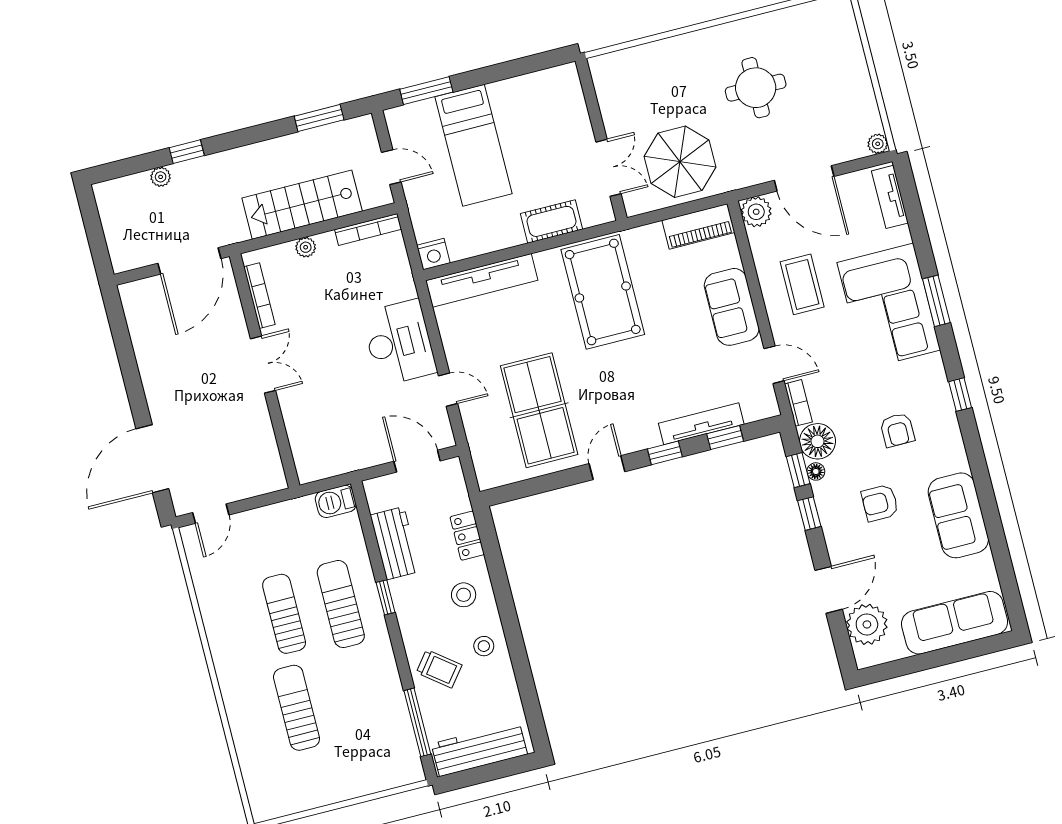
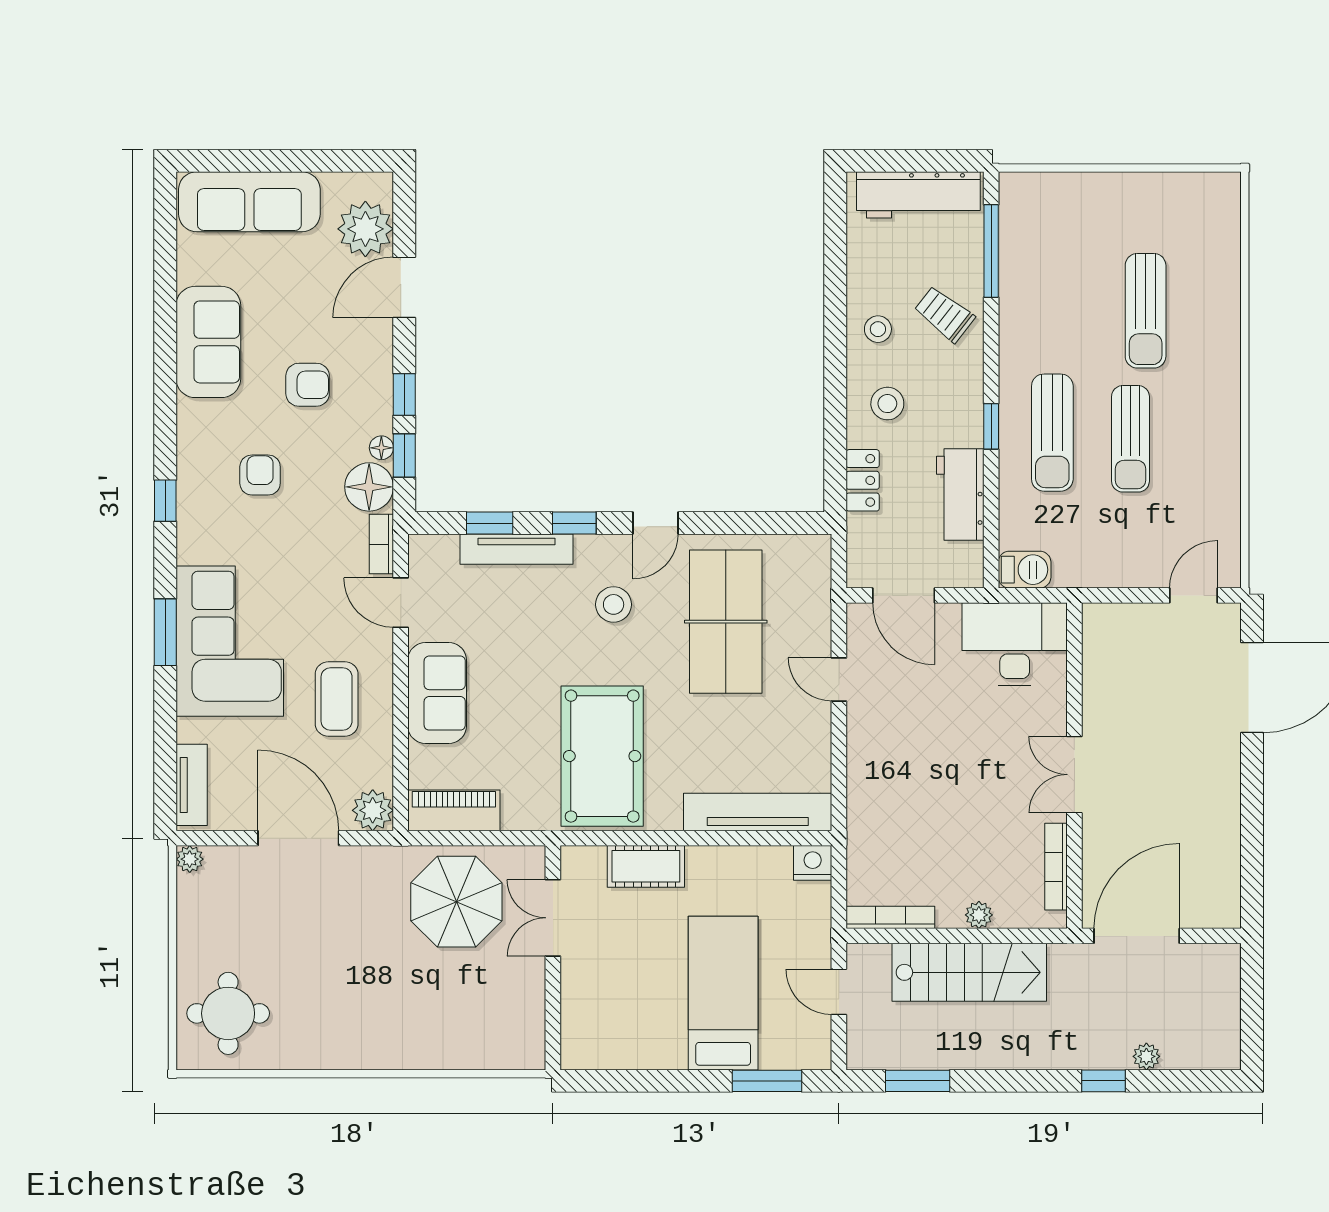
round table: (756, 88) -> (228, 1013), moved
desk: (399, 343) -> (1015, 644), moved, turned 90
stool: (622, 402) -> (614, 604), added

